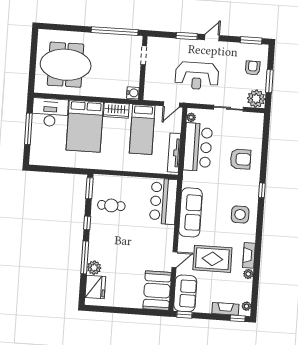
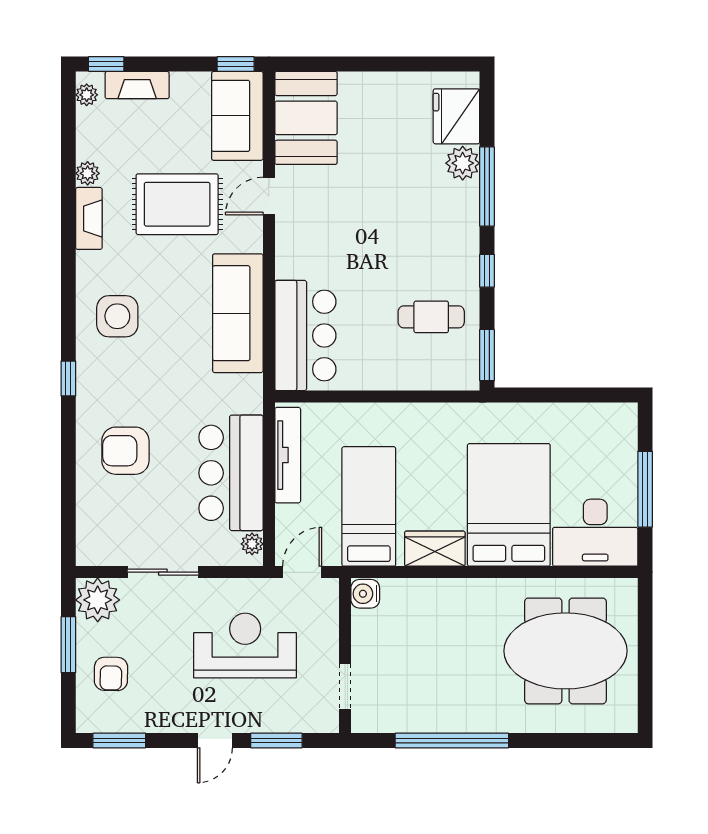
doorway: (144, 55) -> (345, 687), moved
wall: (143, 68) -> (345, 656), moved
water cooler: (133, 93) -> (365, 594), moved

